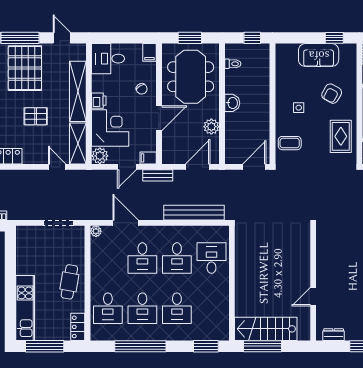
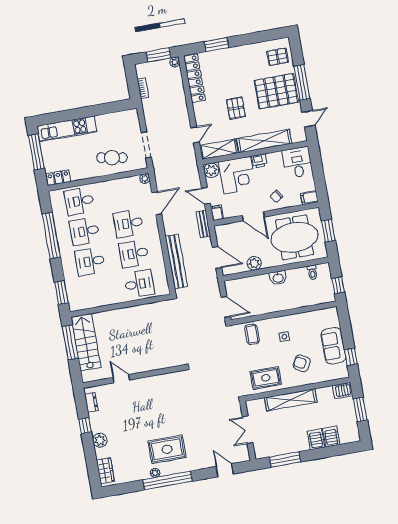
cafe table: (69, 282) -> (112, 158), moved

